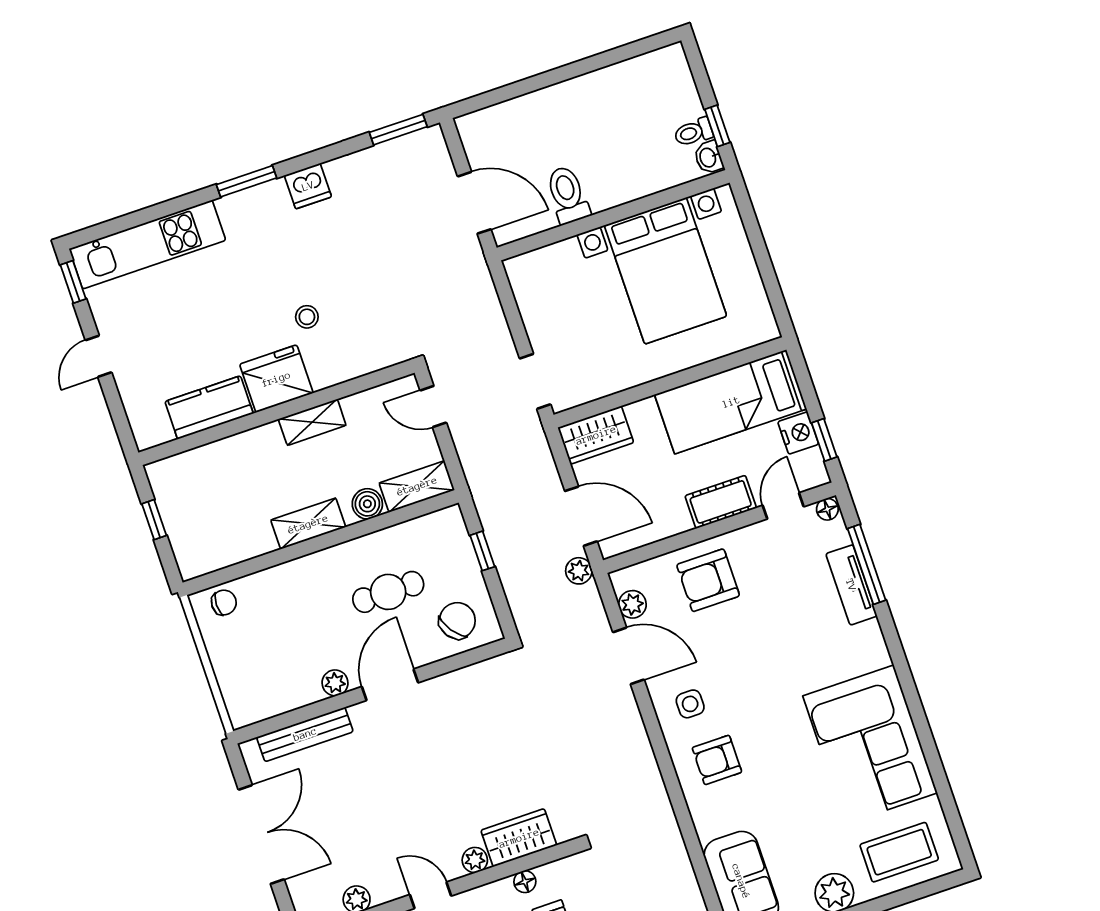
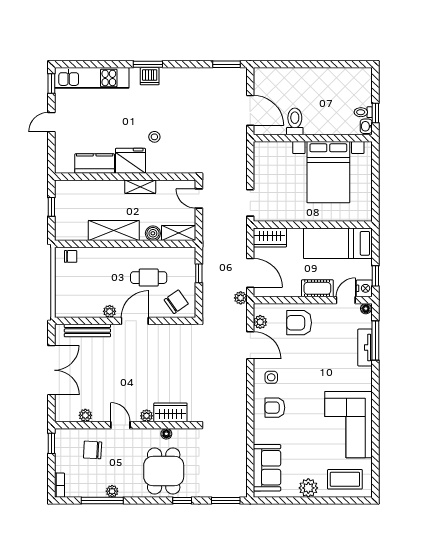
dishwasher: (308, 186) -> (150, 76), moved
nightstand: (798, 433) -> (364, 288), moved
shelving: (308, 524) -> (114, 231), width x1.50, depth x1.33

